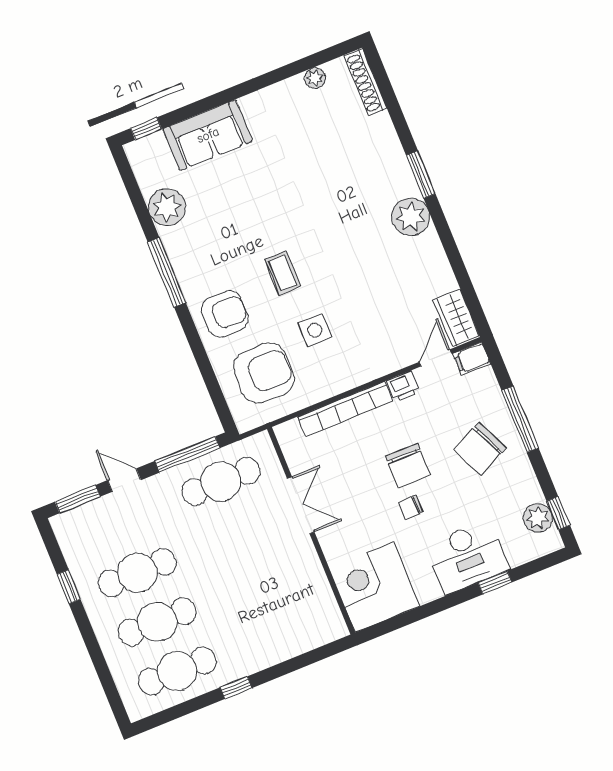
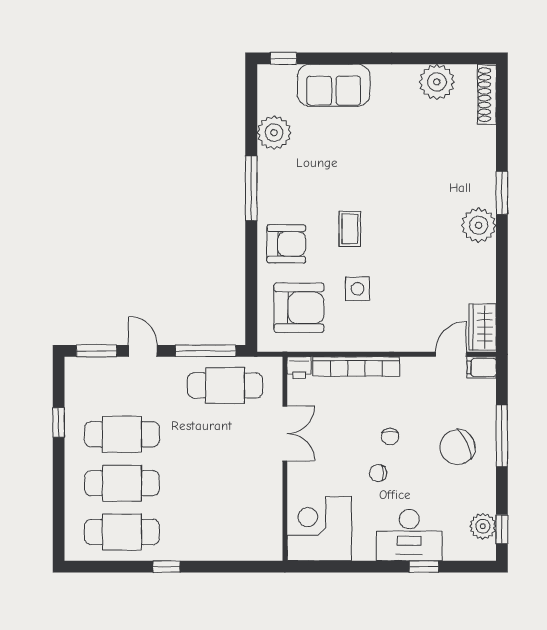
plant: (315, 78) -> (437, 82), width x1.88, depth x1.88
printer: (403, 386) -> (299, 368), moved
chair: (408, 465) -> (390, 436), width x0.54, depth x0.54

